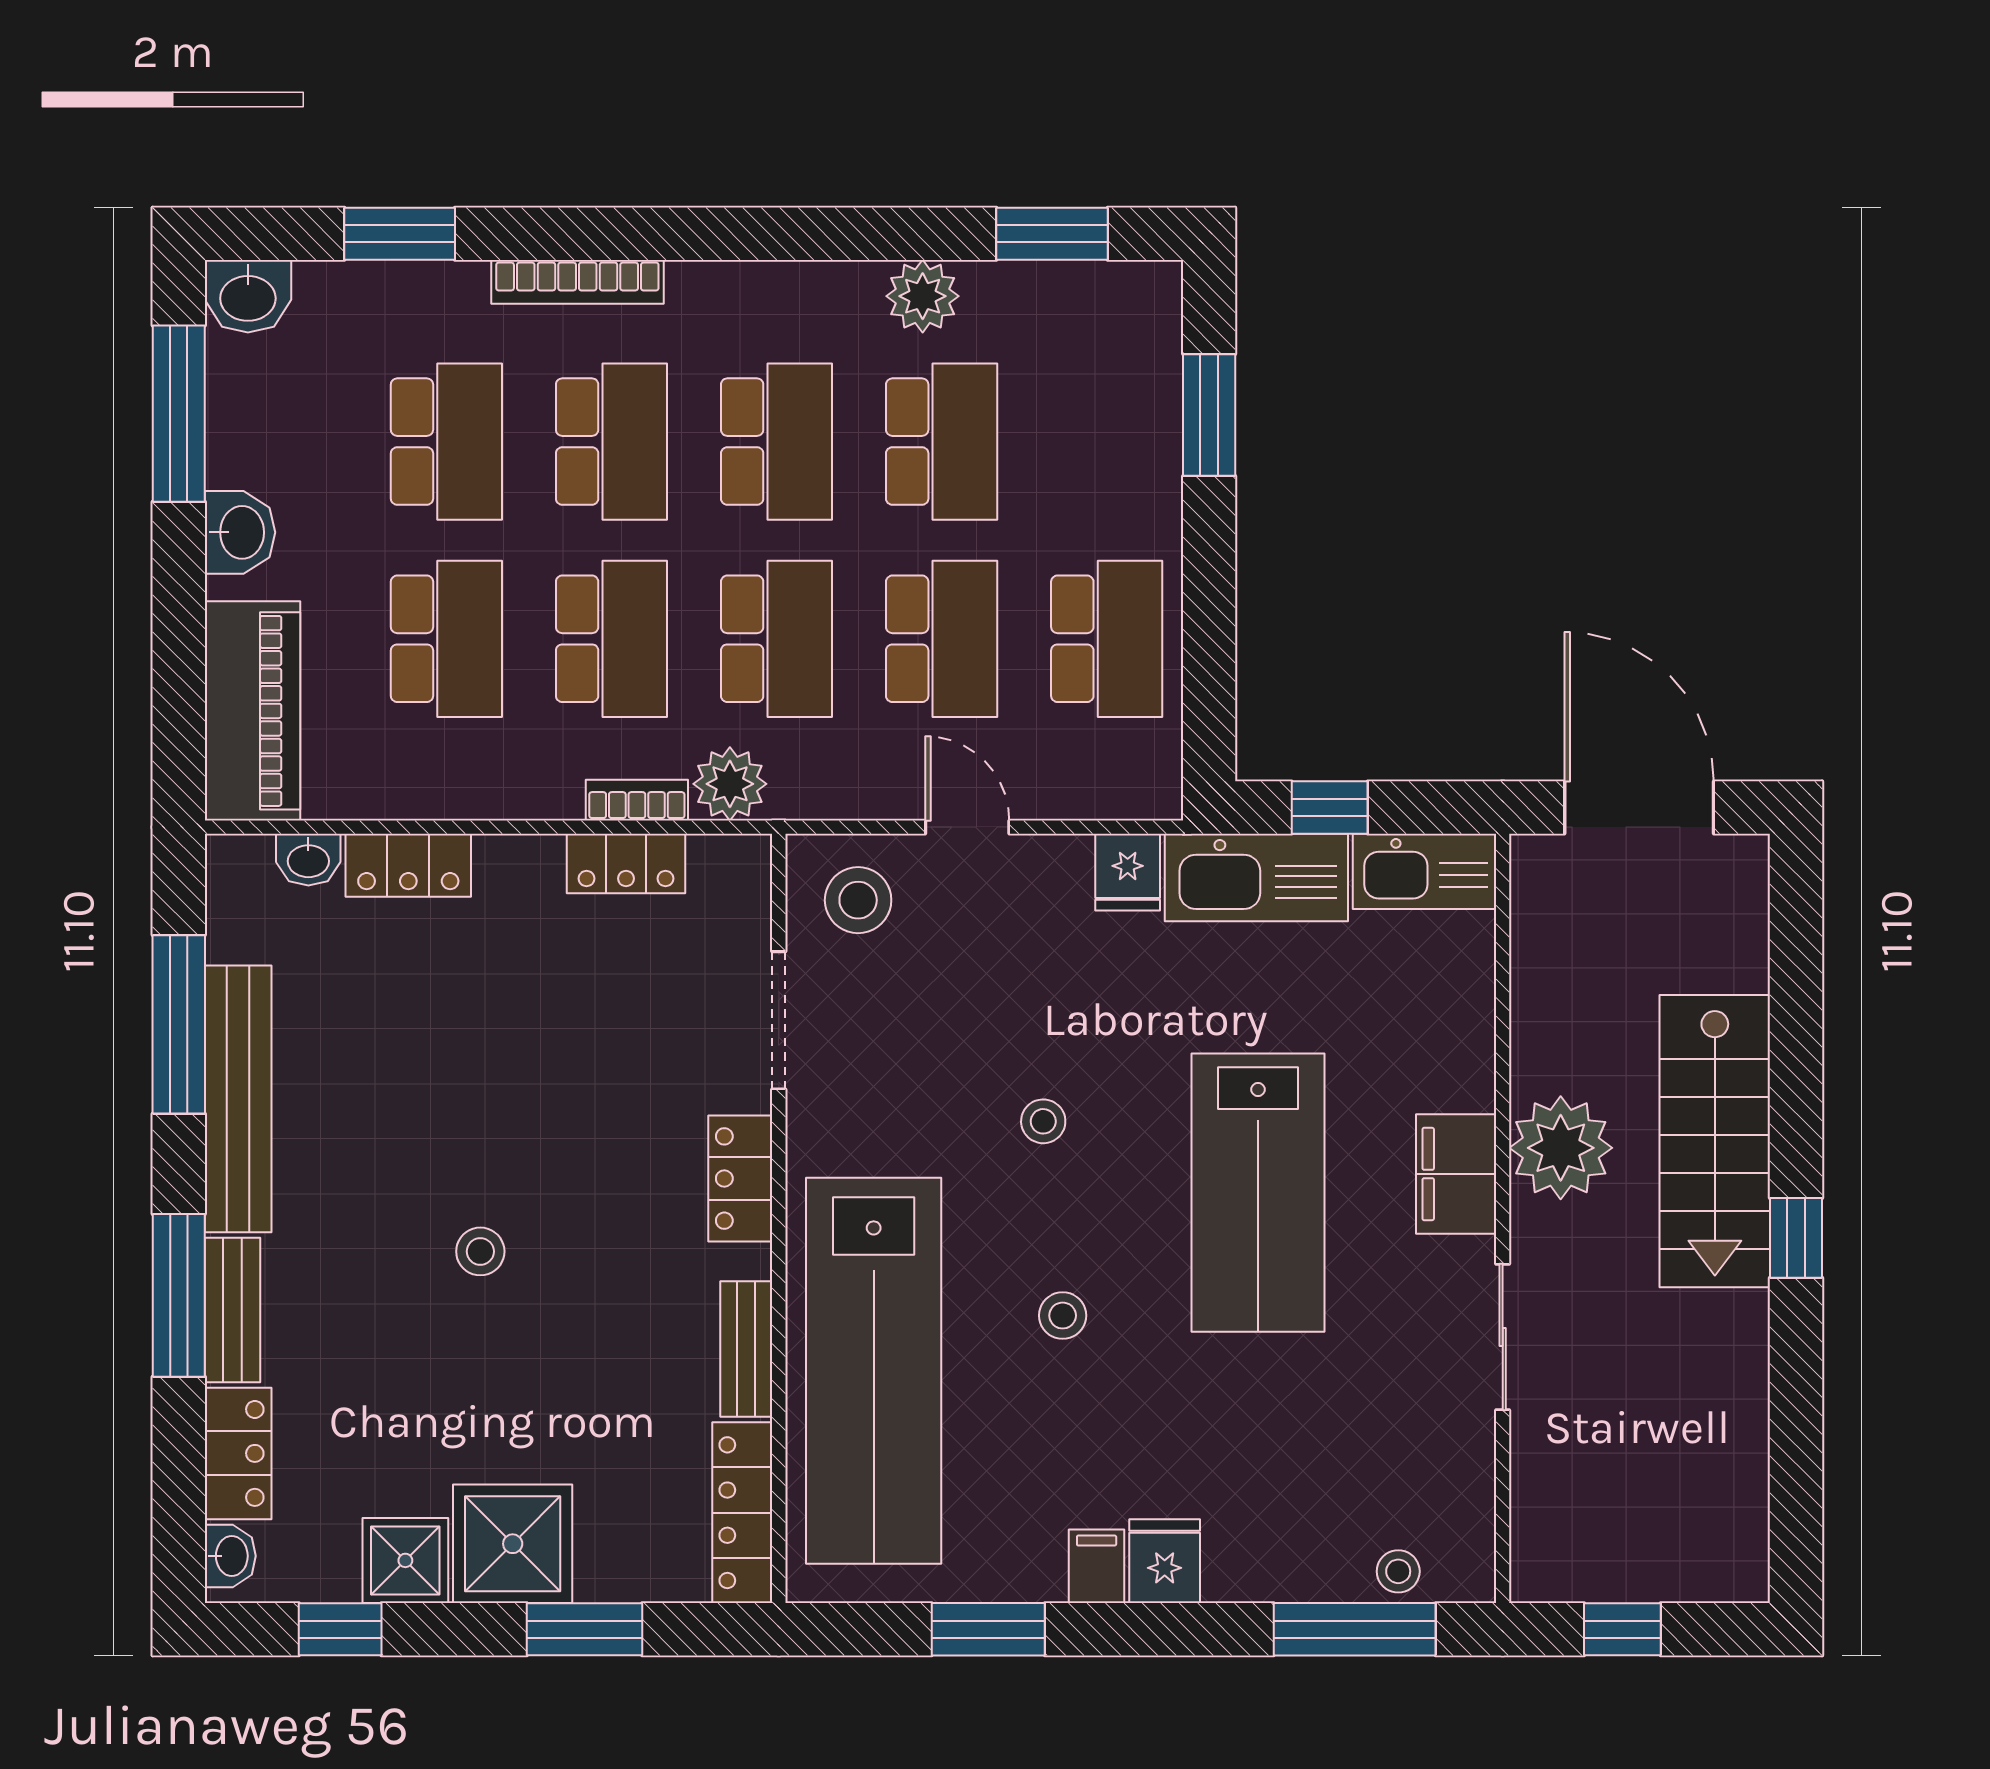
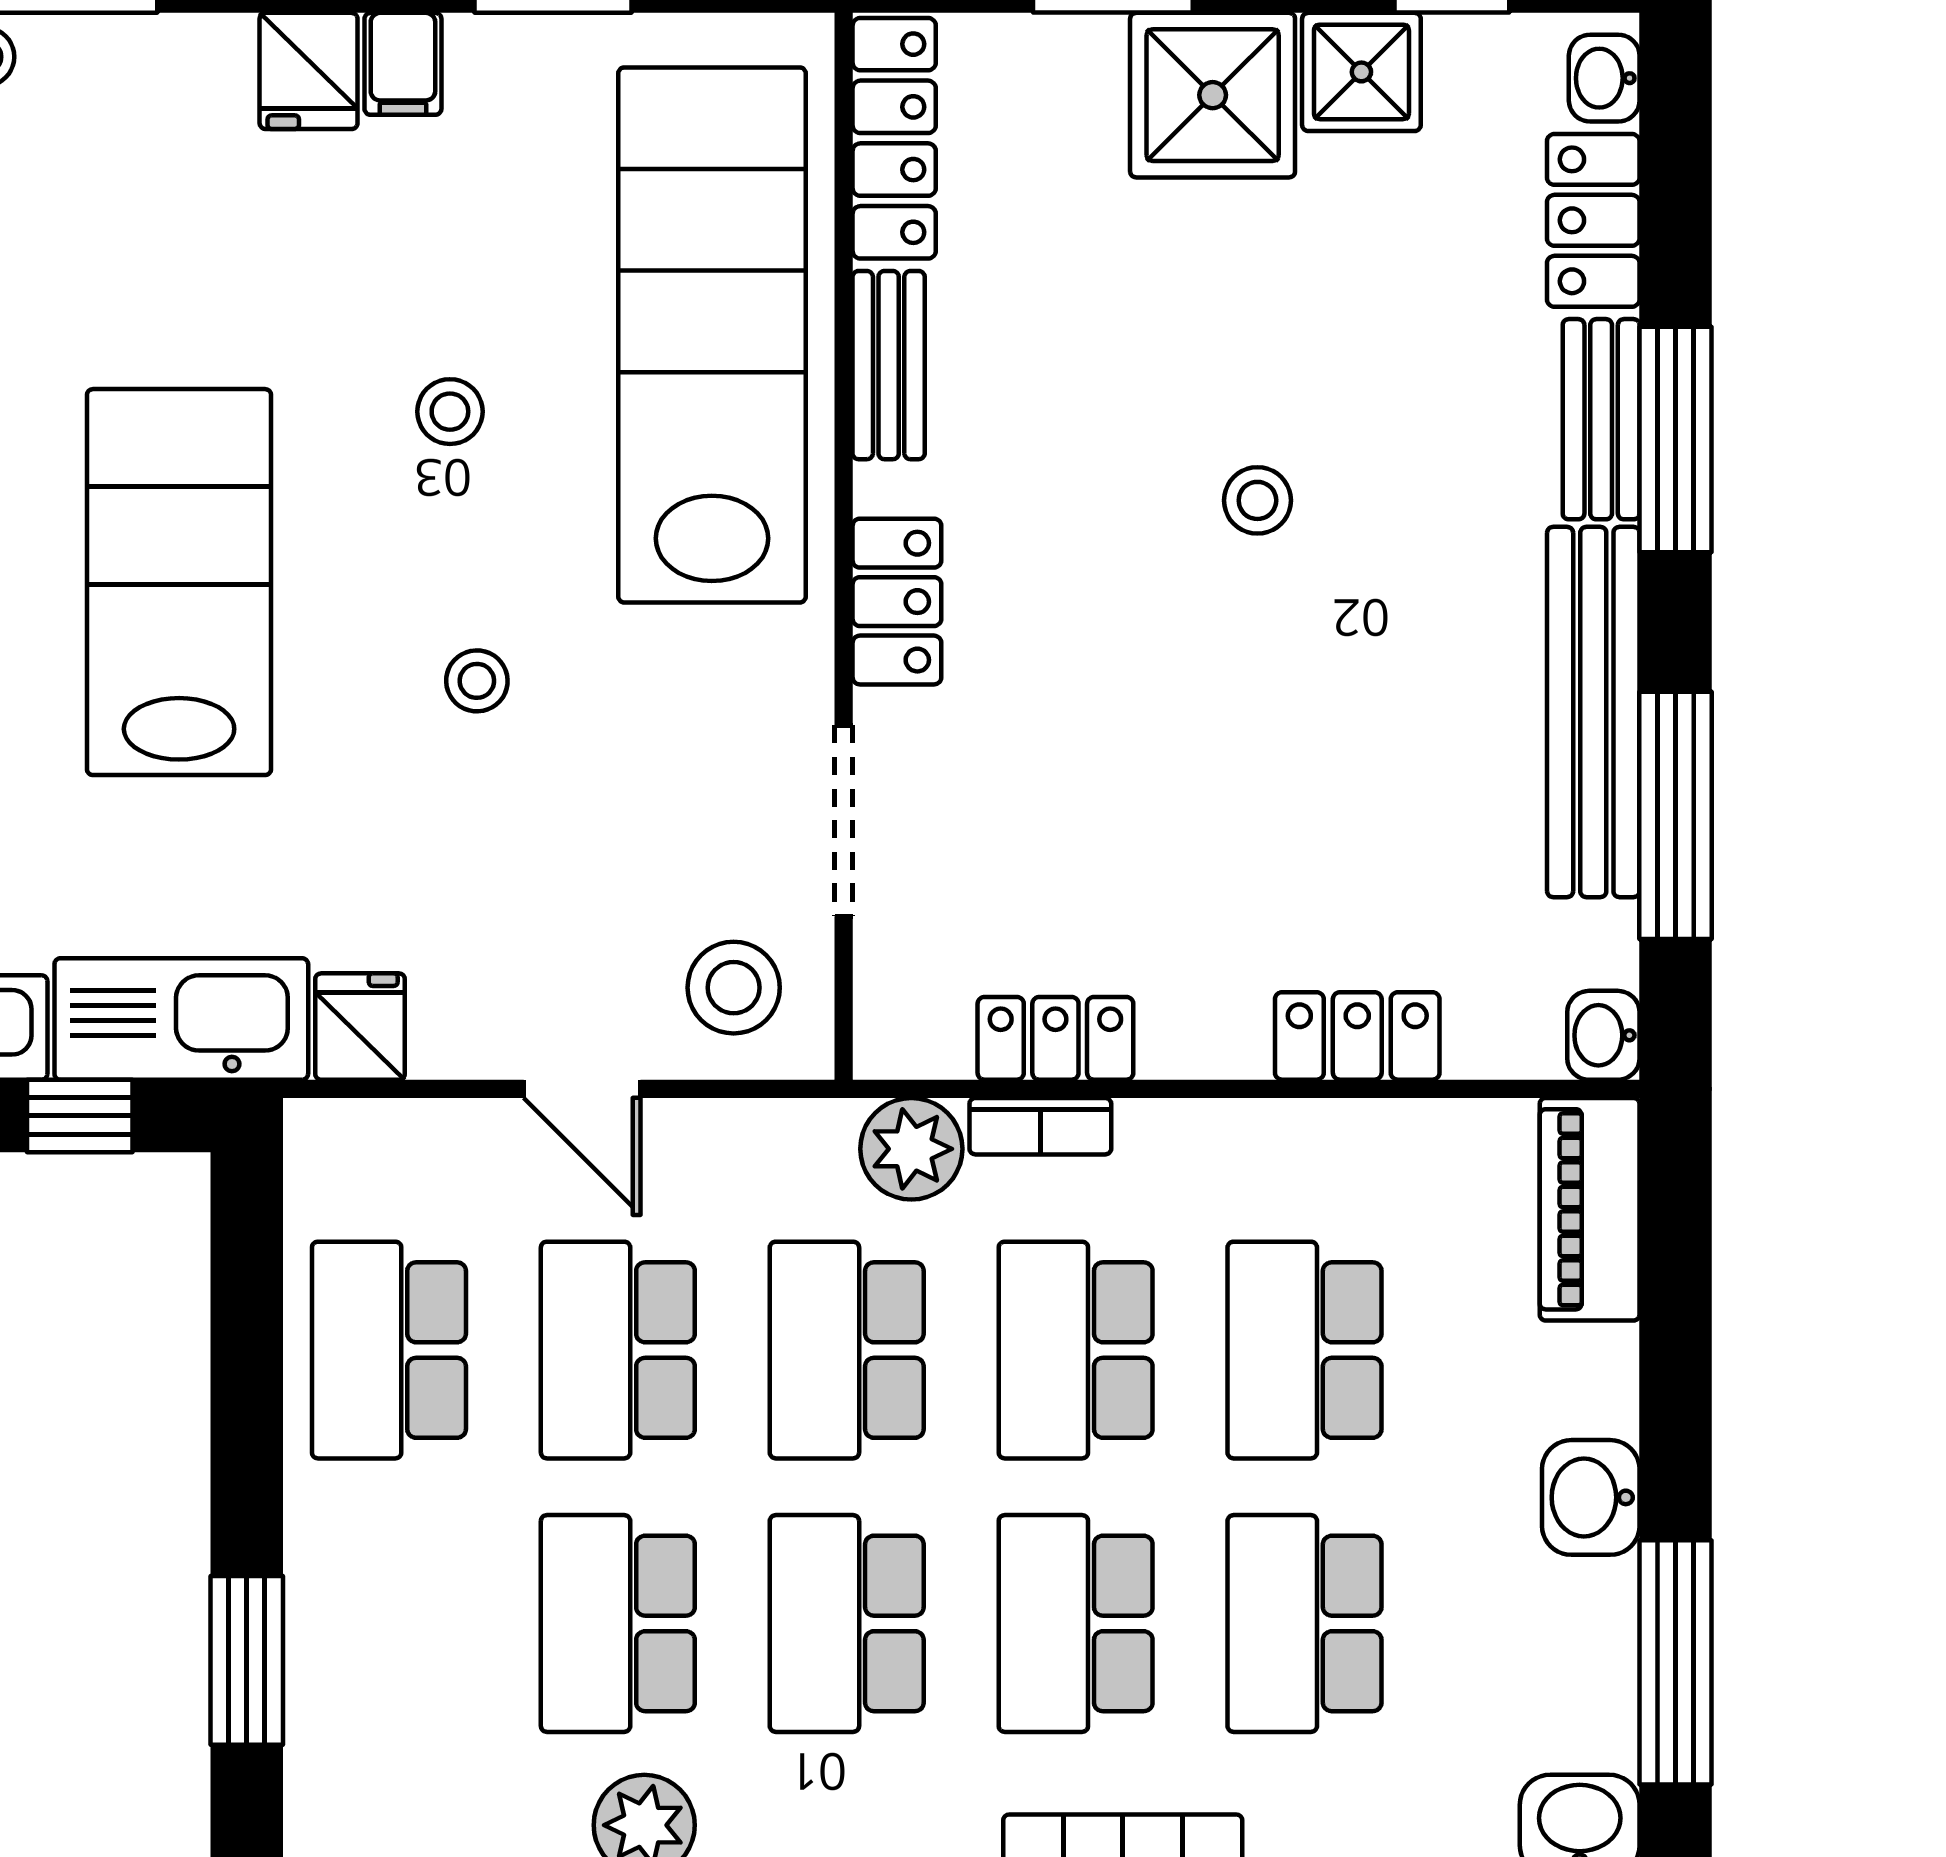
piano: (253, 711) -> (1590, 1209), width x0.73, depth x0.75
washbasin: (308, 860) -> (1603, 1035), moved, turned -90

